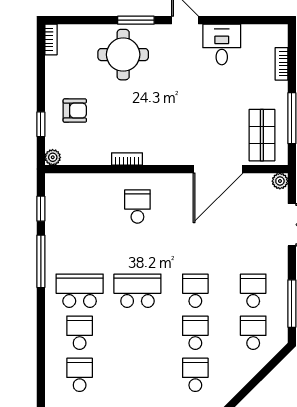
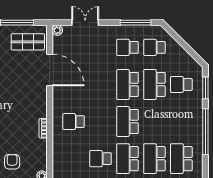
school desk: (80, 249) -> (101, 159), added
school desk: (195, 291) -> (127, 84), width x1.85
school desk: (80, 333) -> (154, 159), width x1.85
school desk: (195, 333) -> (154, 84), width x1.85
school desk: (80, 375) -> (181, 159), width x1.85

